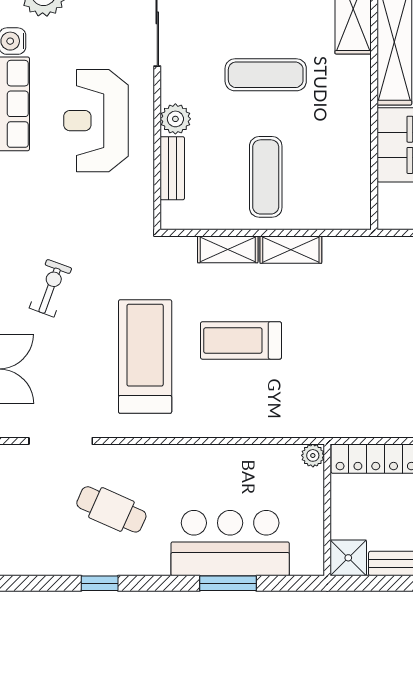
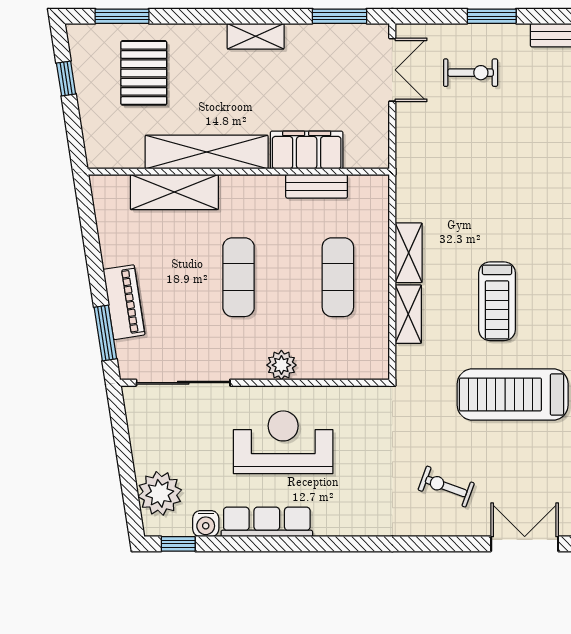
reception desk: (96, 121) -> (283, 442), turned 180
bench: (172, 168) -> (317, 186), moved
exercise mat: (266, 177) -> (338, 277), turned 90

